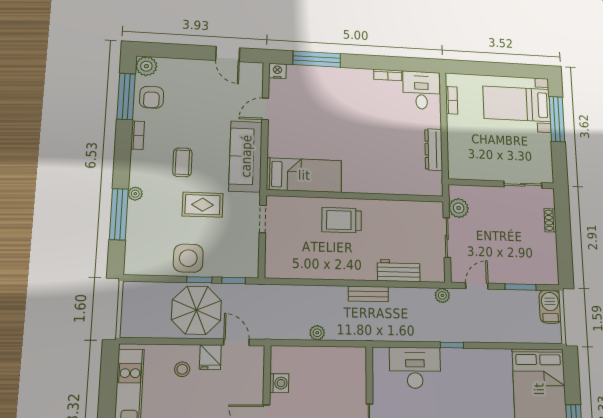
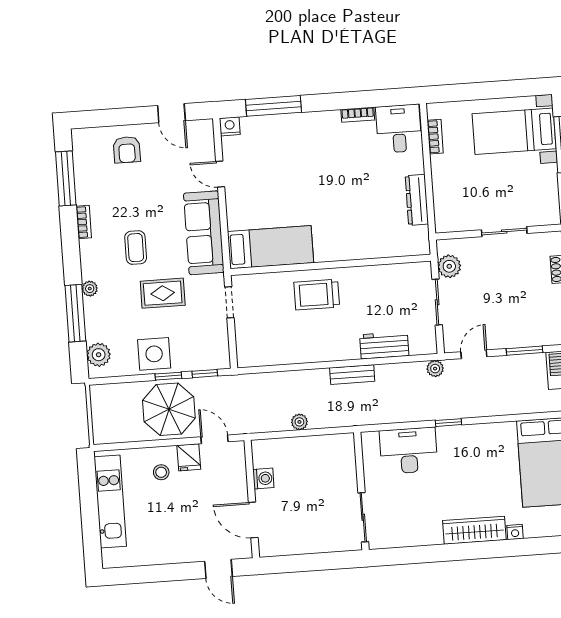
plant: (146, 66) -> (99, 355), moved
armchair: (152, 97) -> (127, 150), moved
door: (265, 109) -> (220, 174), hinge flipped
sliding door: (523, 185) -> (504, 232), moved

